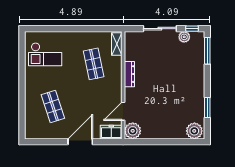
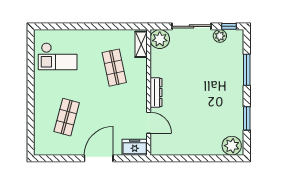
window: (207, 51) -> (247, 70), moved
dresser: (129, 74) -> (156, 93), moved
shop shelf: (53, 106) -> (67, 117), turned 33
door: (123, 111) -> (149, 123), swing flipped
plant: (133, 131) -> (160, 39), moved

